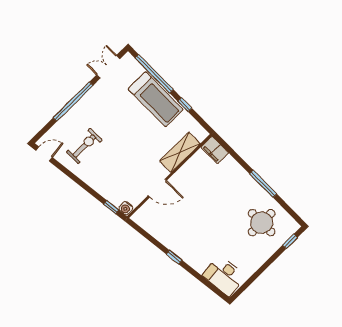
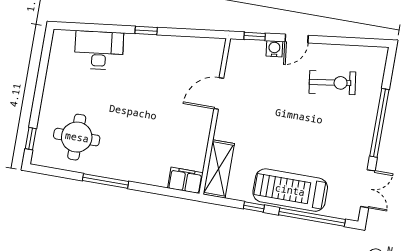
exercise bike: (84, 146) -> (332, 83), turned -98
shelving: (180, 152) -> (219, 169), moved
door: (44, 154) -> (297, 39), moved
water cooler: (126, 208) -> (274, 49), moved
desk: (224, 276) -> (99, 50), moved

